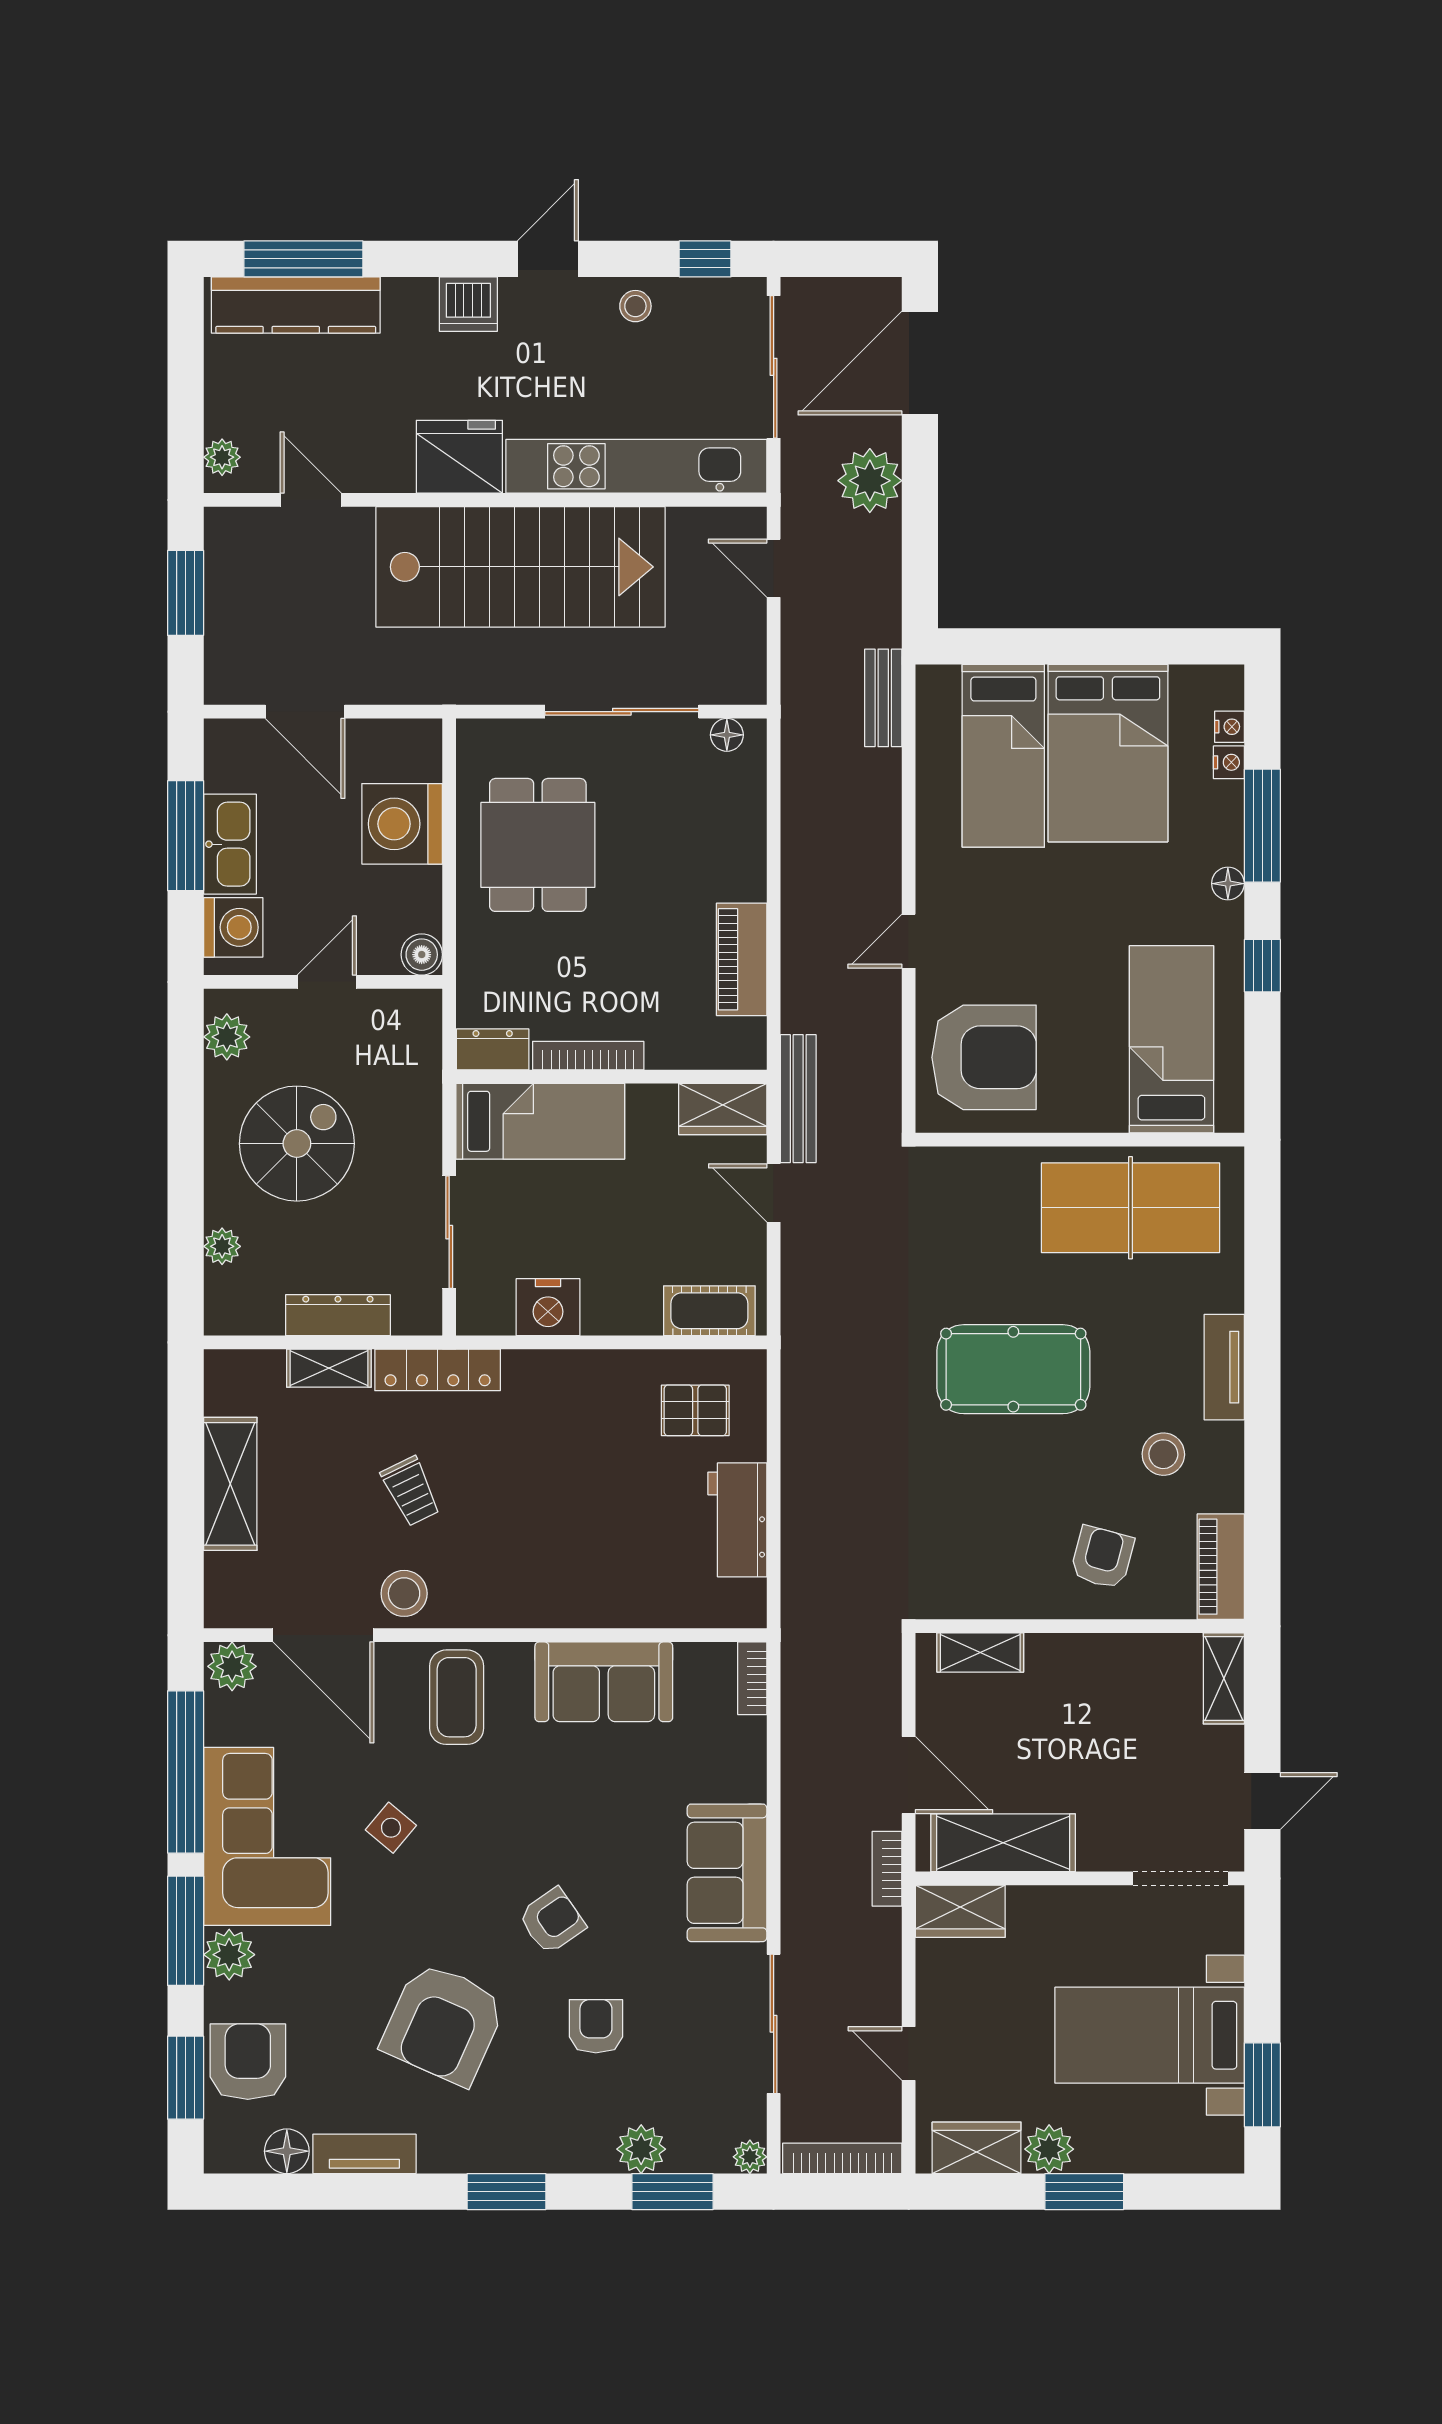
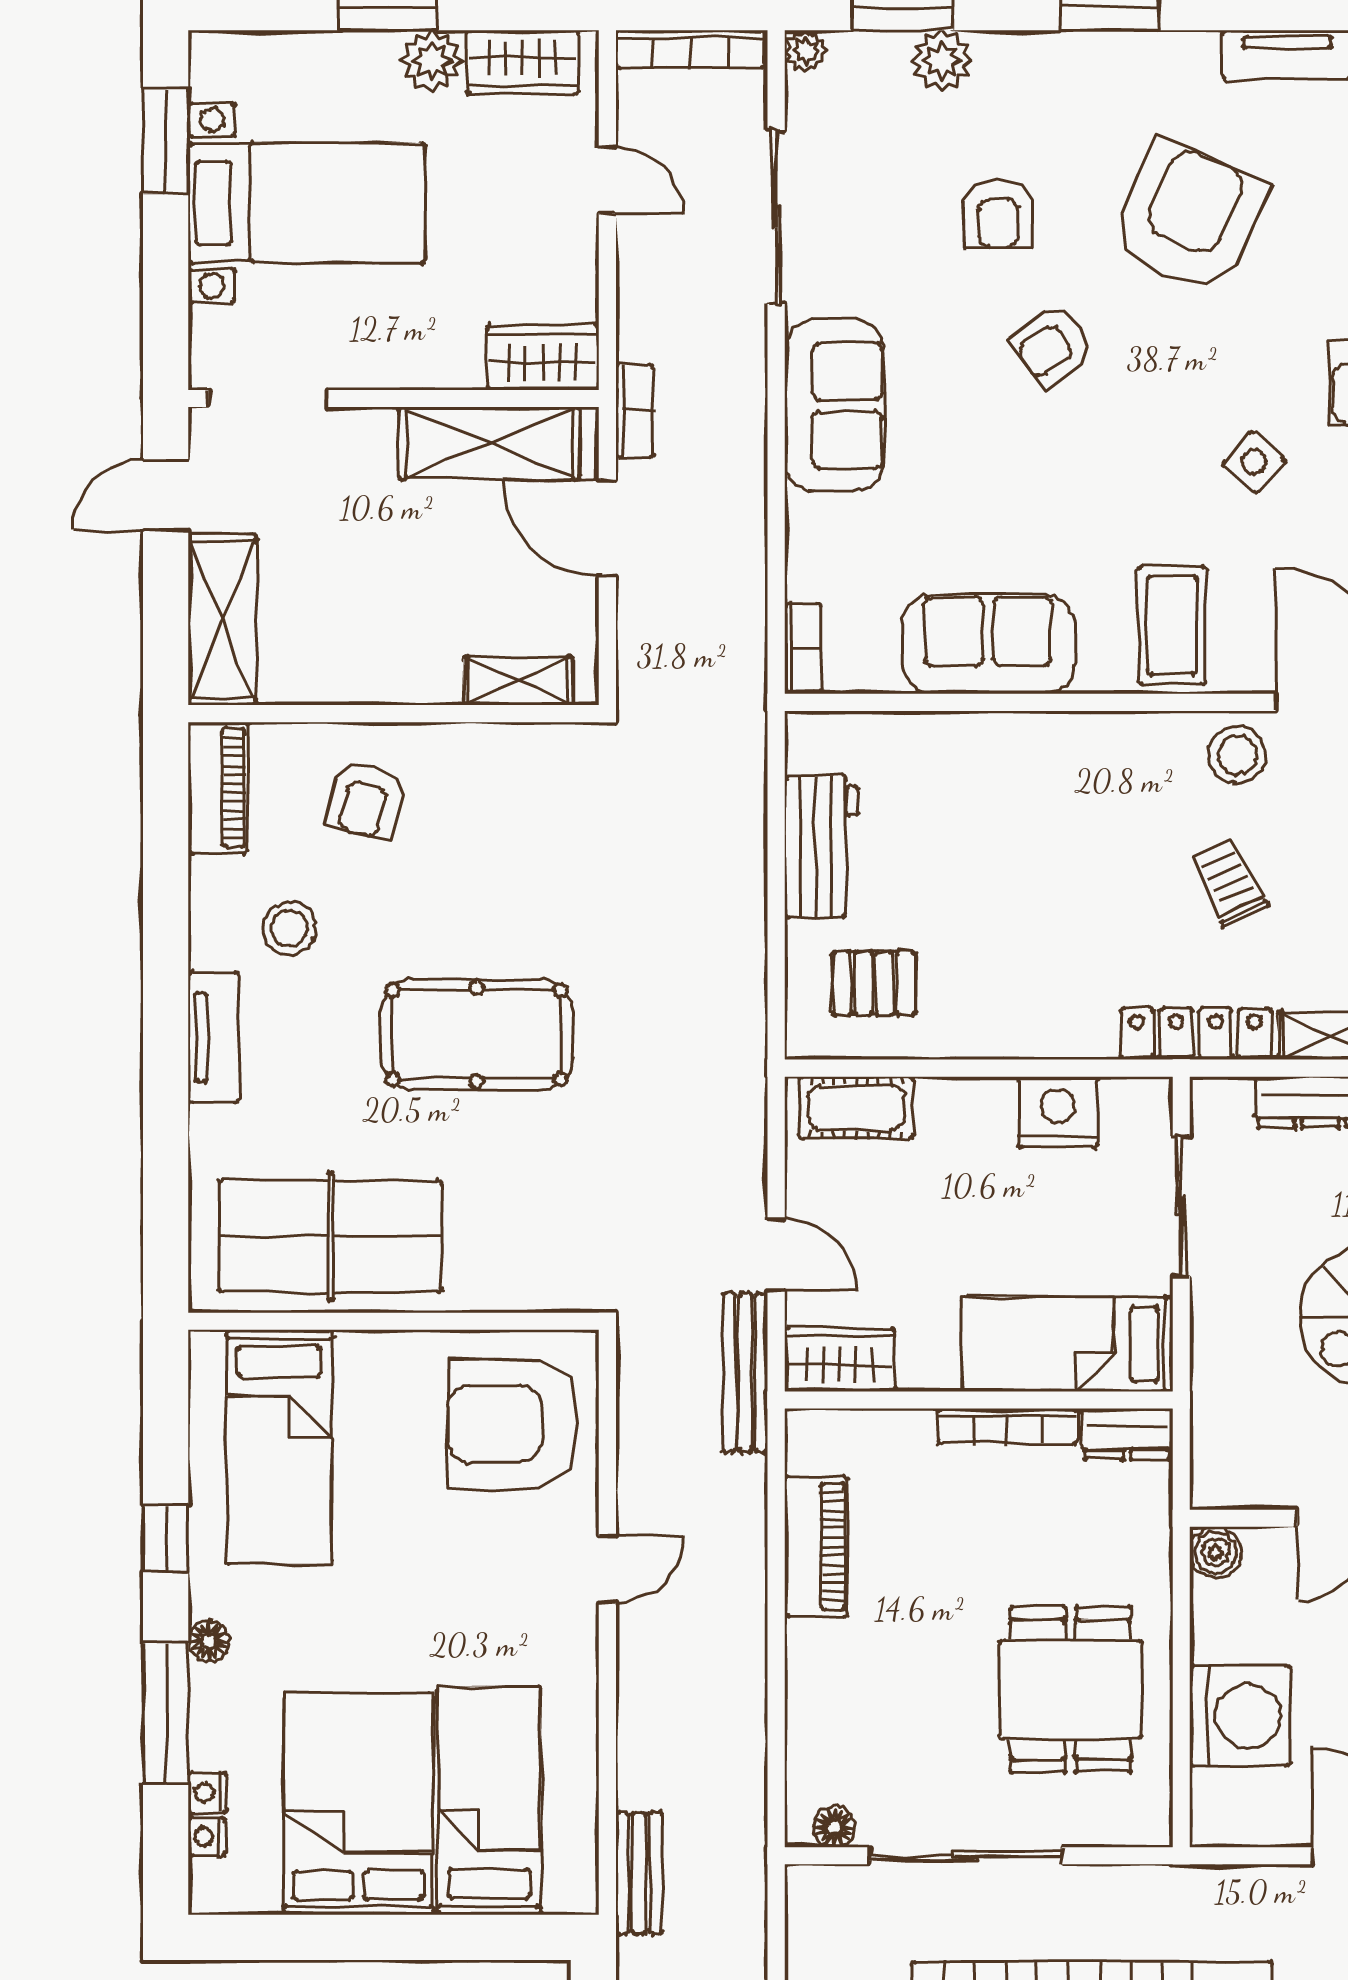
shelving: (1224, 1678) -> (222, 620), width x1.50, depth x1.33

